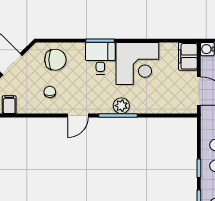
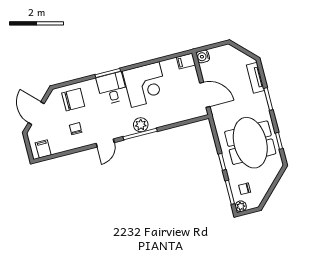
filing cabinet: (188, 56) -> (186, 61), width x0.50

